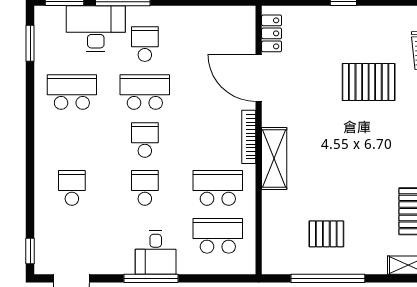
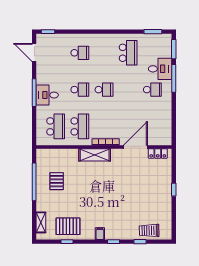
desk: (96, 29) -> (160, 69), width x0.73
pallet: (369, 82) -> (133, 202), removed
school desk: (145, 92) -> (128, 90), removed

